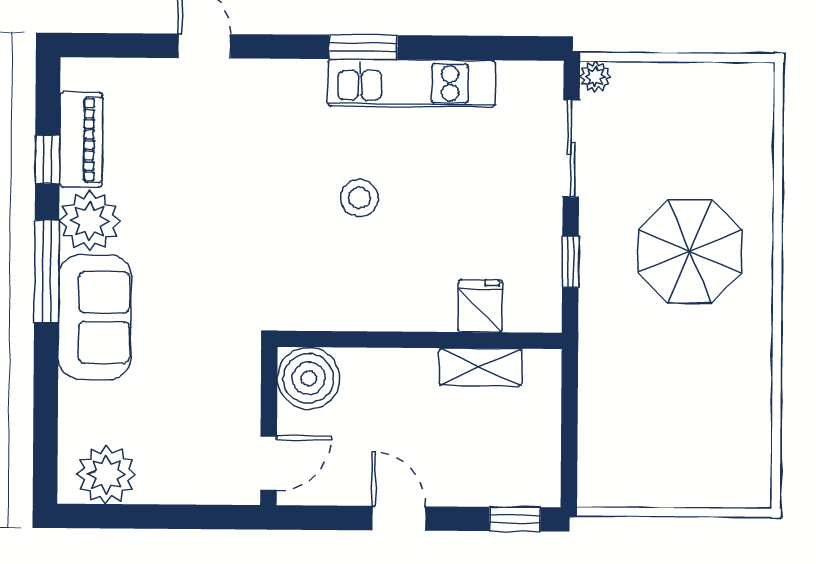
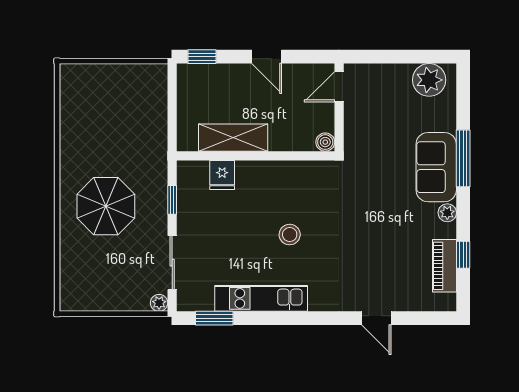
window: (363, 47) -> (214, 318), moved
plant: (90, 221) -> (447, 213), width x0.53, depth x0.53
window: (47, 272) -> (463, 158), moved
shelving: (481, 367) -> (233, 138), width x1.50, depth x1.33
boiler: (308, 378) -> (325, 142), width x0.54, depth x0.54

